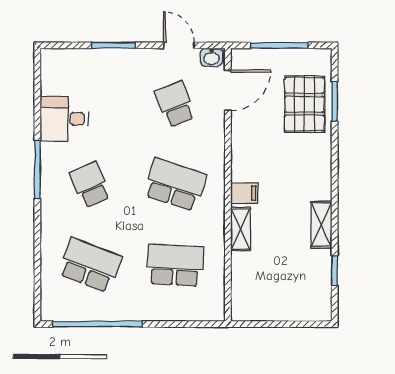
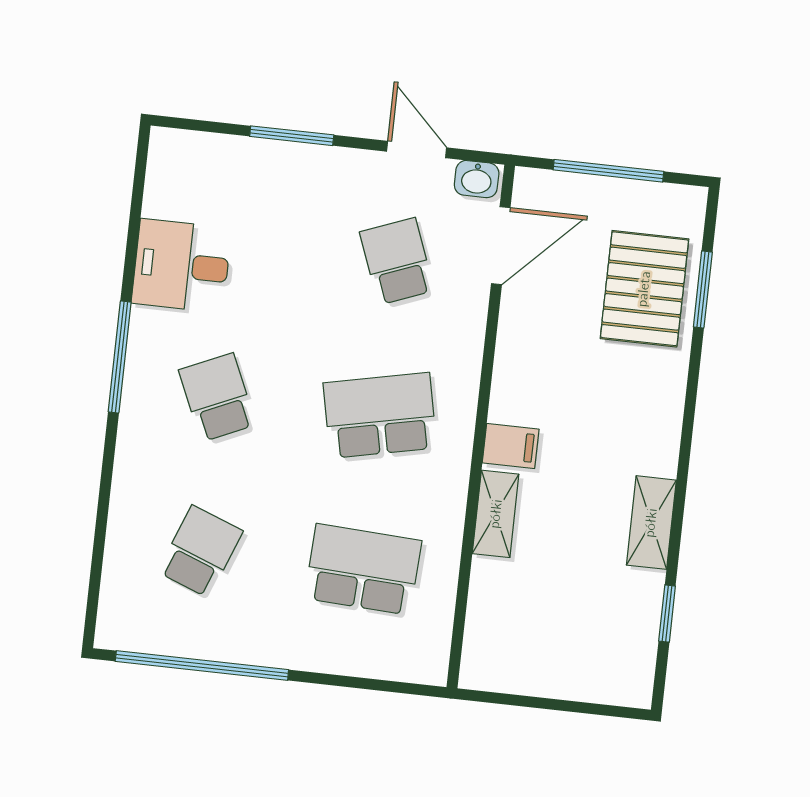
school desk: (175, 185) -> (380, 415), turned -30
school desk: (90, 265) -> (200, 551), width x0.54

